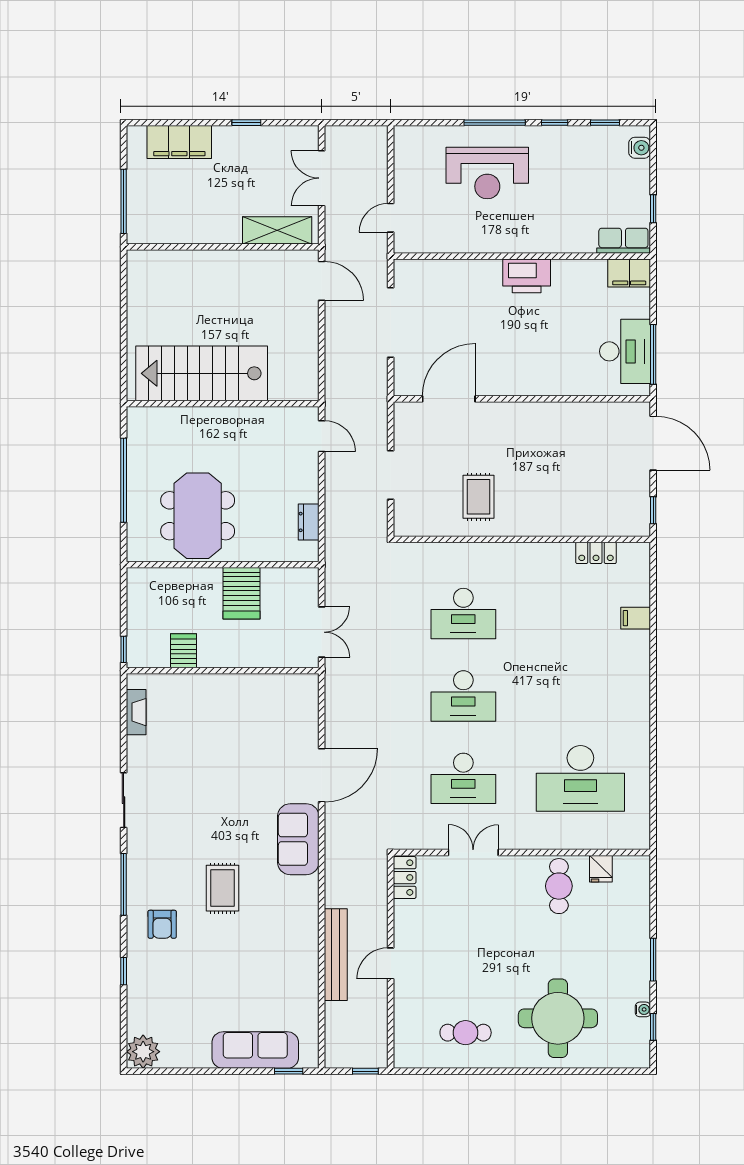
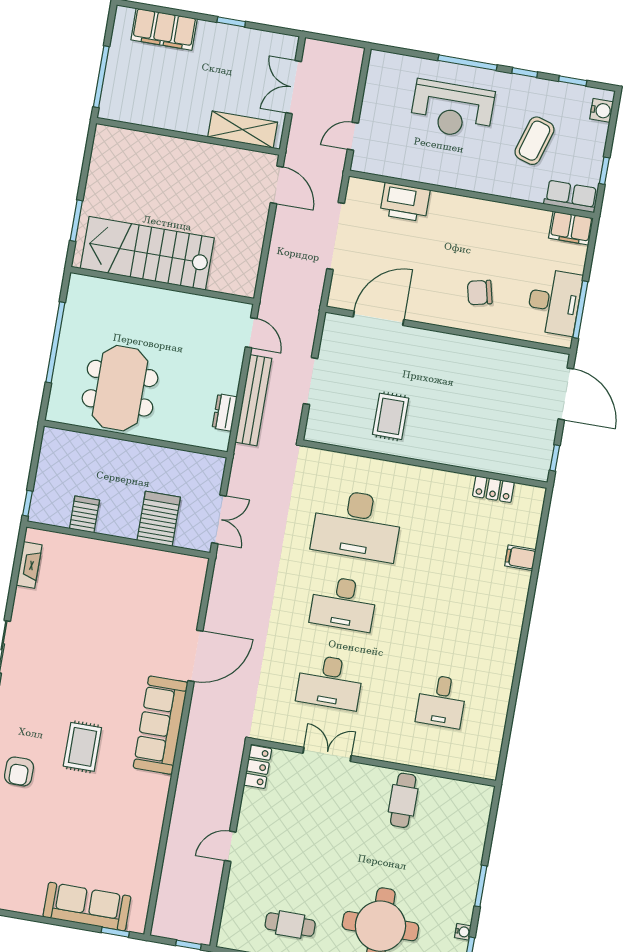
coffee table: (577, 190) -> (534, 141), added
printer: (527, 276) -> (405, 202), moved
window: (124, 353) -> (76, 221), added
chair: (548, 355) -> (480, 293), added
server rack: (242, 593) -> (159, 519), moved, turned 180
desk: (463, 613) -> (357, 525), width x1.36, depth x1.30
desk: (580, 778) -> (441, 701), width x0.53, depth x0.77
sofa: (298, 839) -> (161, 725), width x1.36
fridge: (601, 869) -> (446, 791), removed
bench: (336, 955) -> (253, 400), moved

